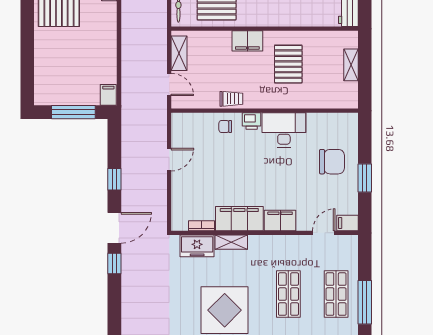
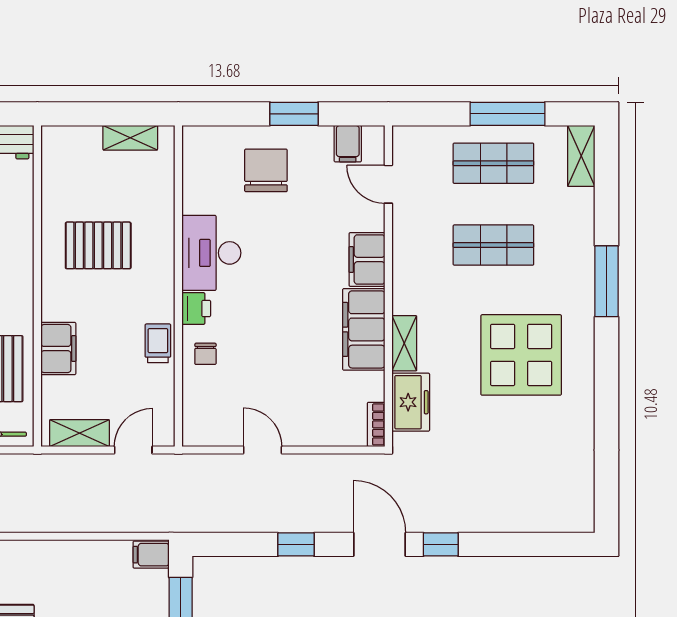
filing cabinet: (247, 41) -> (58, 349), moved
shelving: (351, 65) -> (130, 138), moved
filing cabinet: (347, 223) -> (348, 144), moved
bookcase: (201, 226) -> (376, 424), moved

